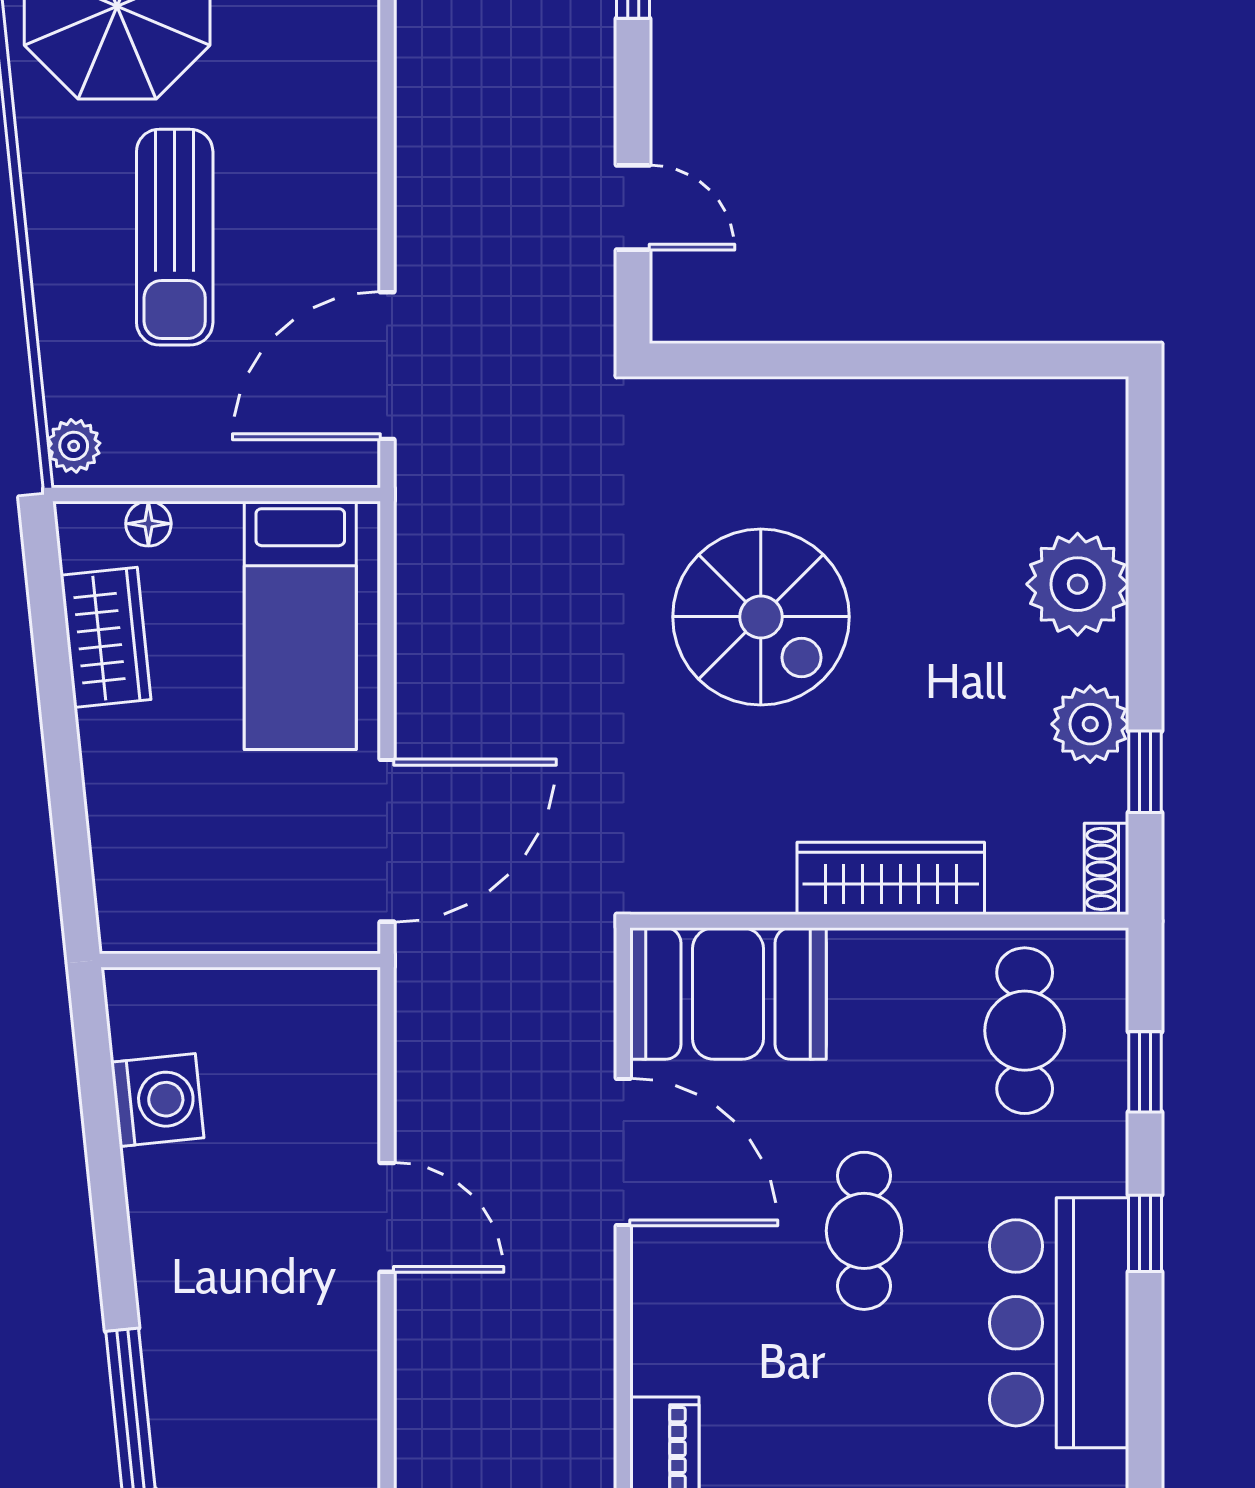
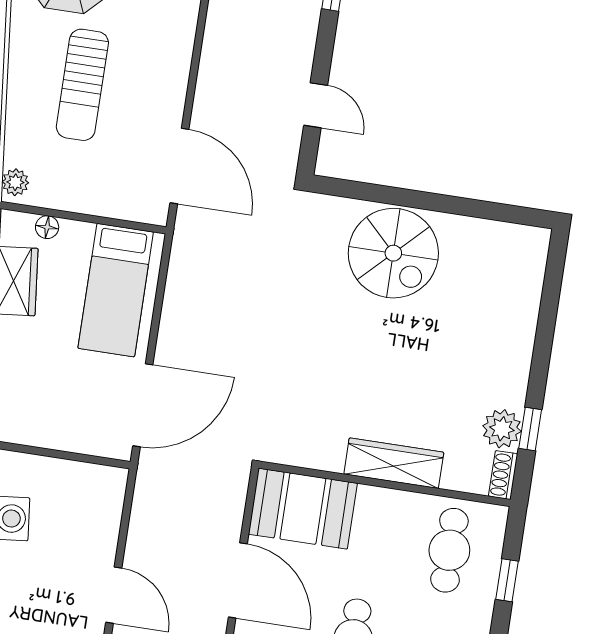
door: (387, 366) -> (179, 166), swing flipped
plant: (1078, 584) -> (511, 329), removed
spiral stairs: (761, 617) -> (393, 253), moved
plant: (1090, 724) -> (502, 429), moved

